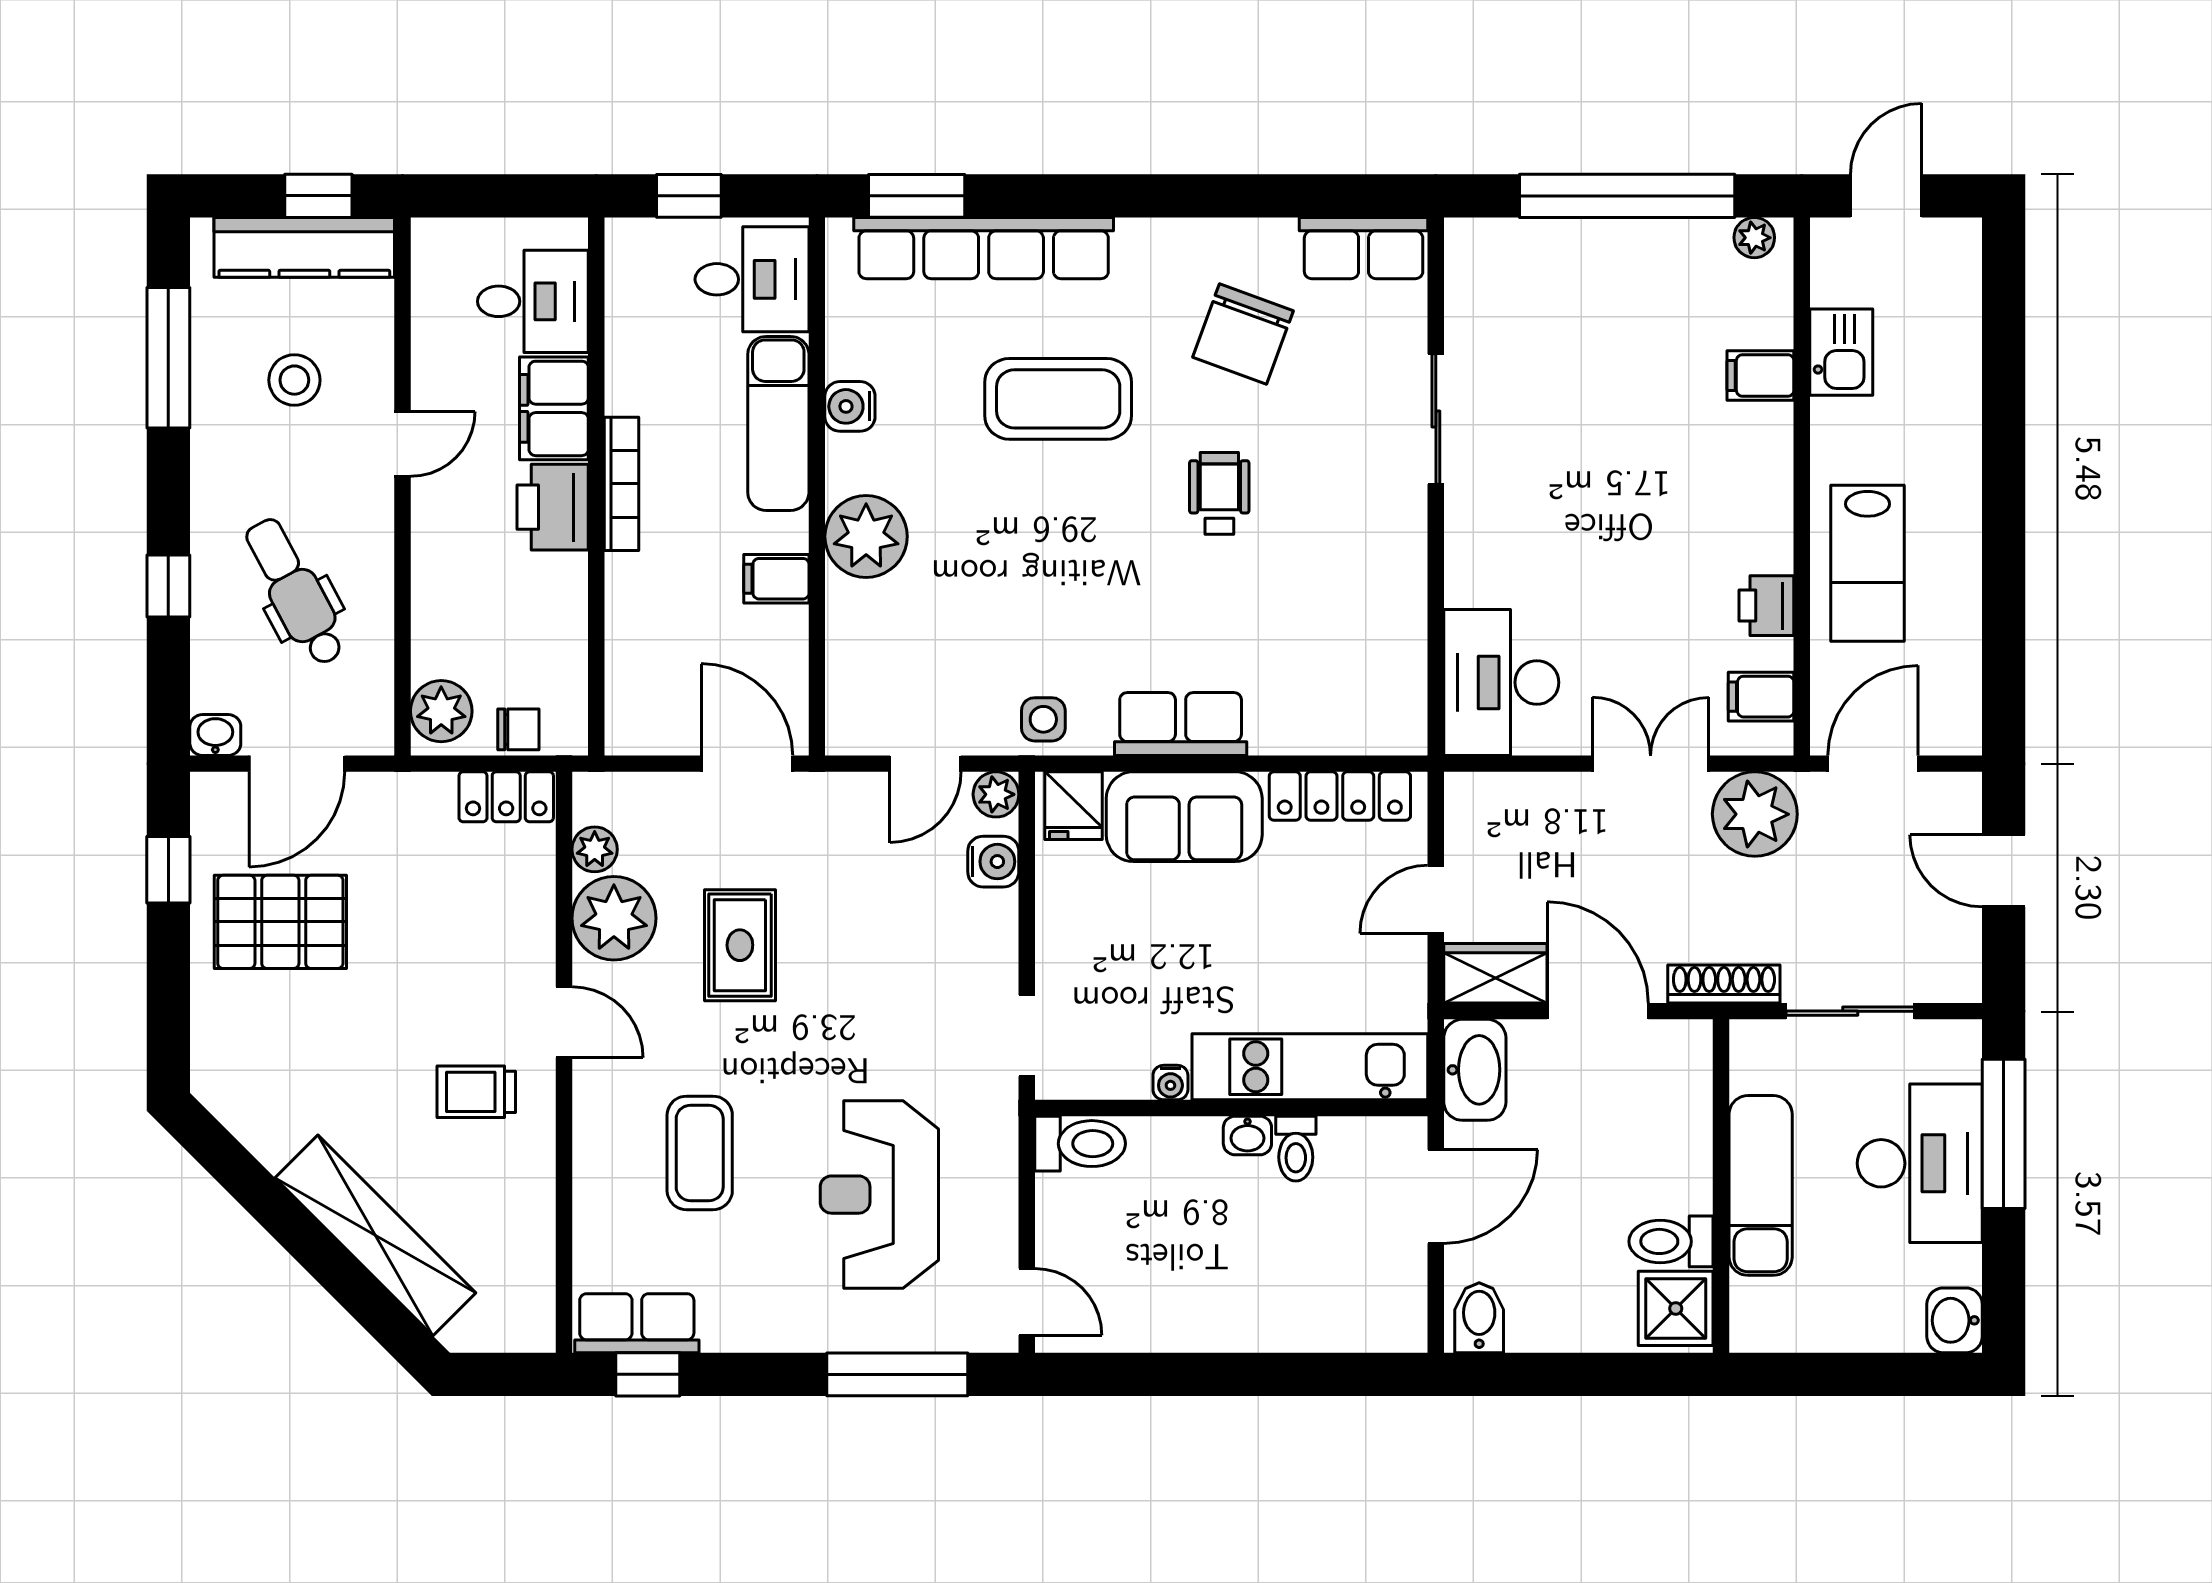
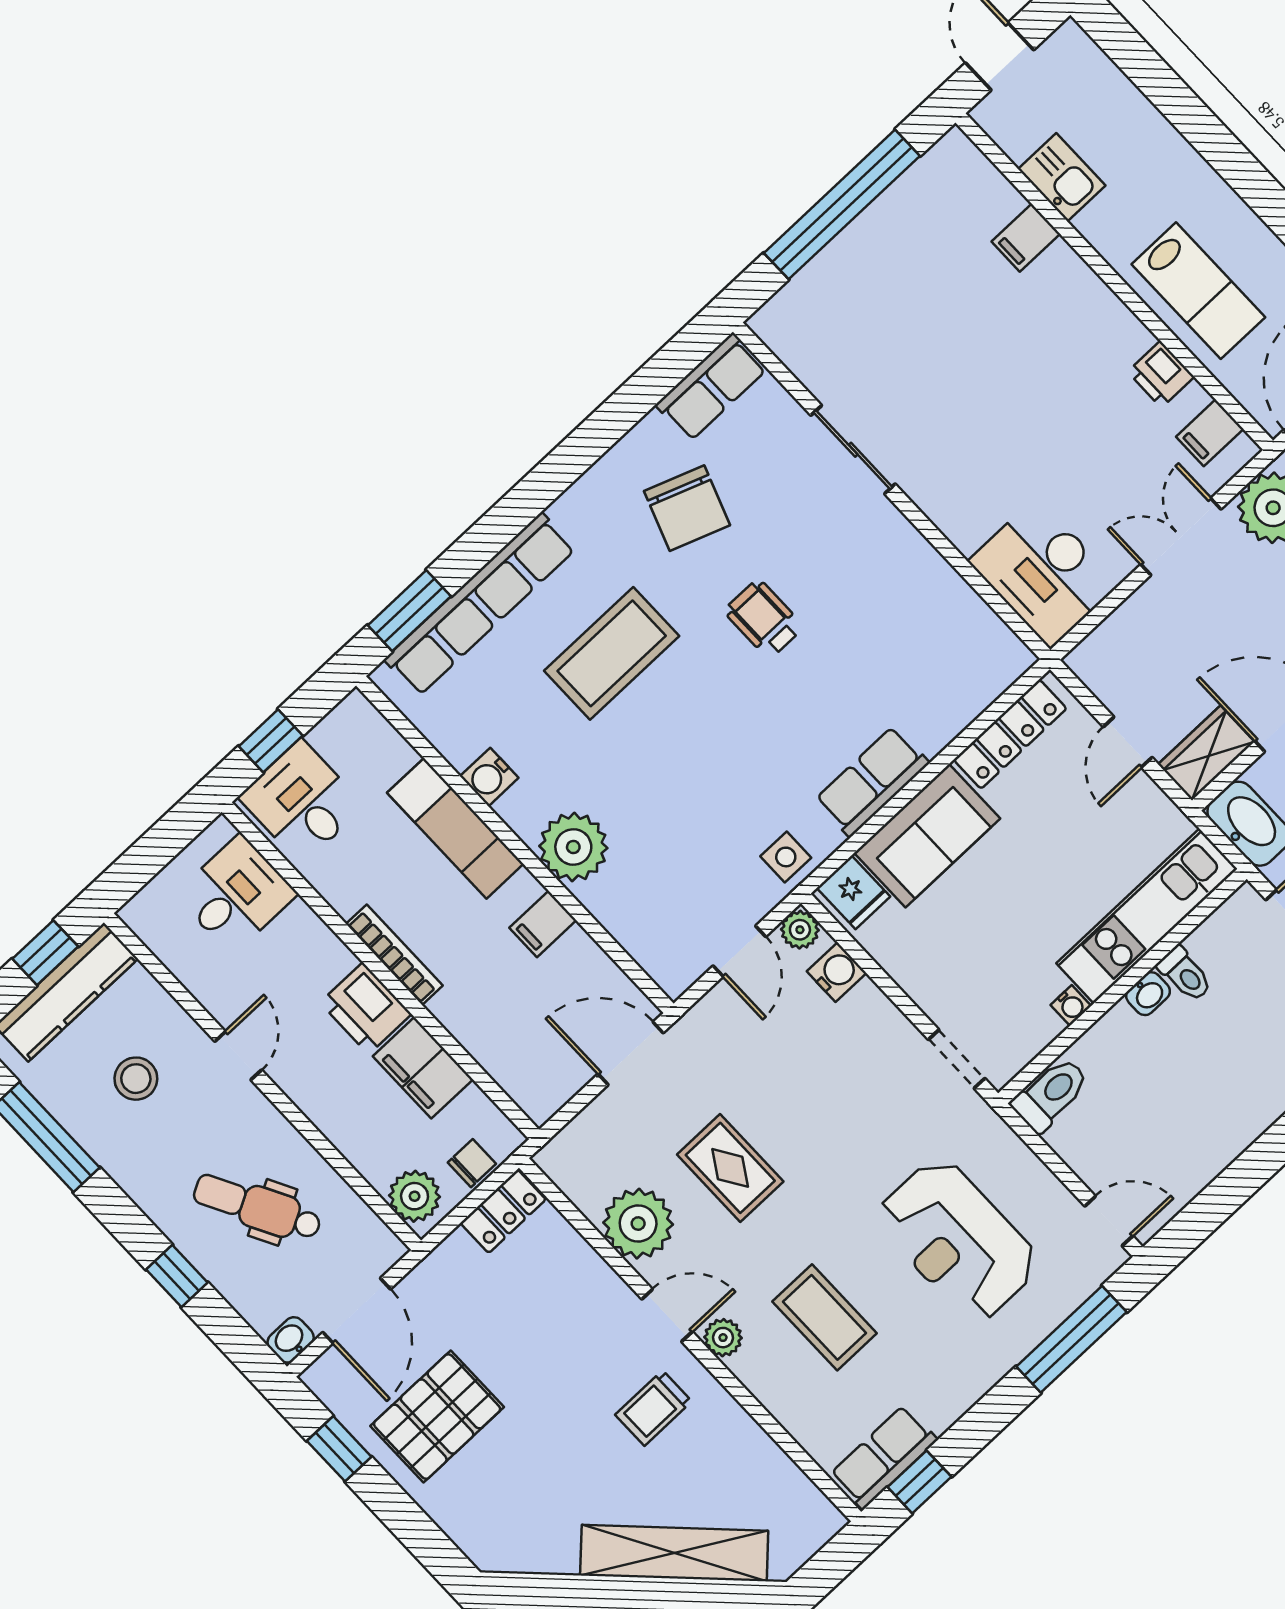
plant: (1754, 238) -> (943, 157), removed
desk: (752, 279) -> (302, 802), moved, turned -90
filing cabinet: (554, 408) -> (423, 1068), moved
plant: (595, 849) -> (723, 1338), moved

